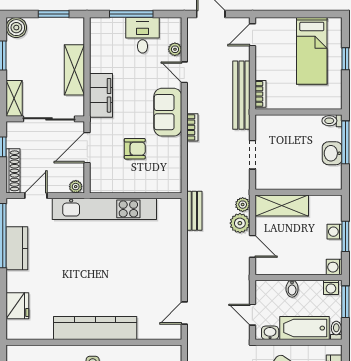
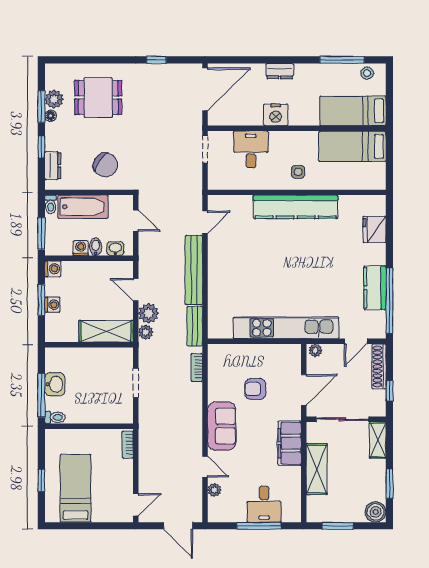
desk: (142, 35) -> (264, 504), moved
bench: (241, 95) -> (194, 270), moved
bookcase: (192, 127) -> (197, 368), moved
washing machine: (331, 287) -> (81, 248), moved
washbasin: (270, 333) -> (115, 249), moved, turned 180

